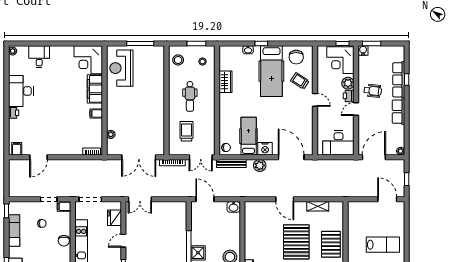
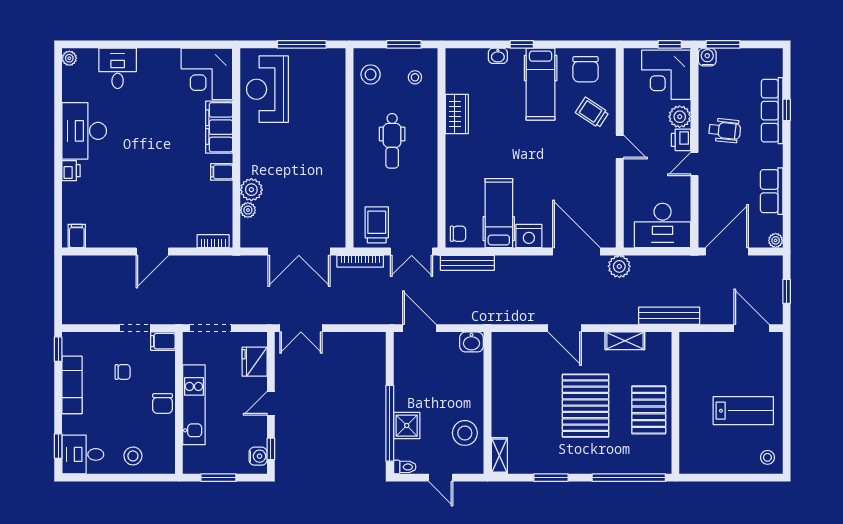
hospital bed: (271, 71) -> (541, 84), width x0.73, depth x0.78
row of seats: (398, 112) -> (772, 191), moved
plant: (113, 123) -> (251, 190), added
trolley: (186, 131) -> (377, 225), moved
door: (39, 157) -> (152, 251), moved
plant: (260, 165) -> (619, 266), moved
bench: (342, 192) -> (669, 316), added

